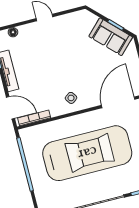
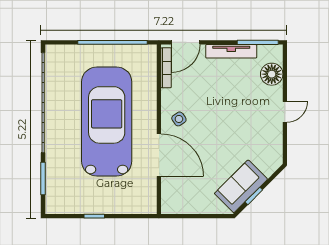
floor lamp: (13, 32) -> (272, 74), width x1.89, depth x1.89
door: (118, 102) -> (159, 155), moved
car: (87, 153) -> (107, 121), turned 180

